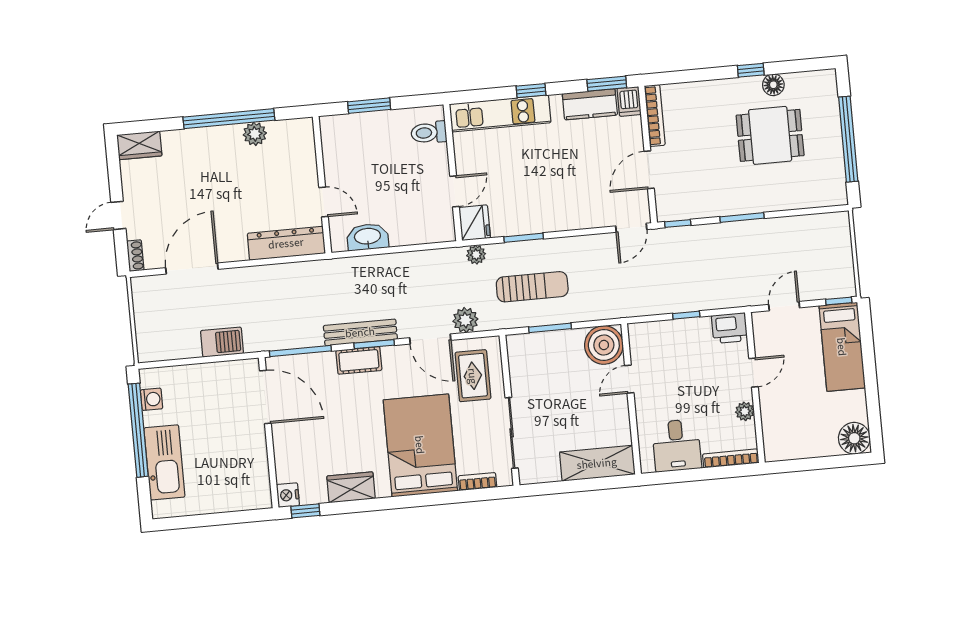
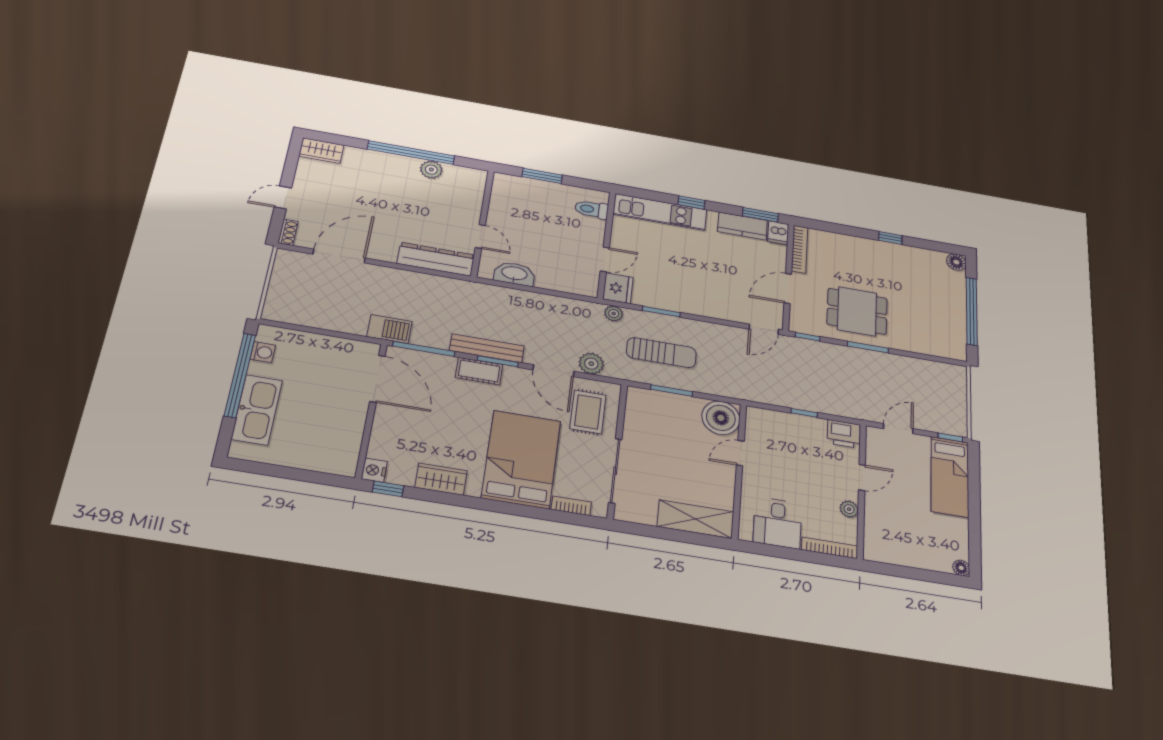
floor lamp: (773, 85) -> (956, 262), moved
dining table: (770, 135) -> (857, 311), moved
barbecue: (222, 342) -> (389, 329), moved
floor lamp: (854, 438) -> (961, 568), width x0.53, depth x0.53

